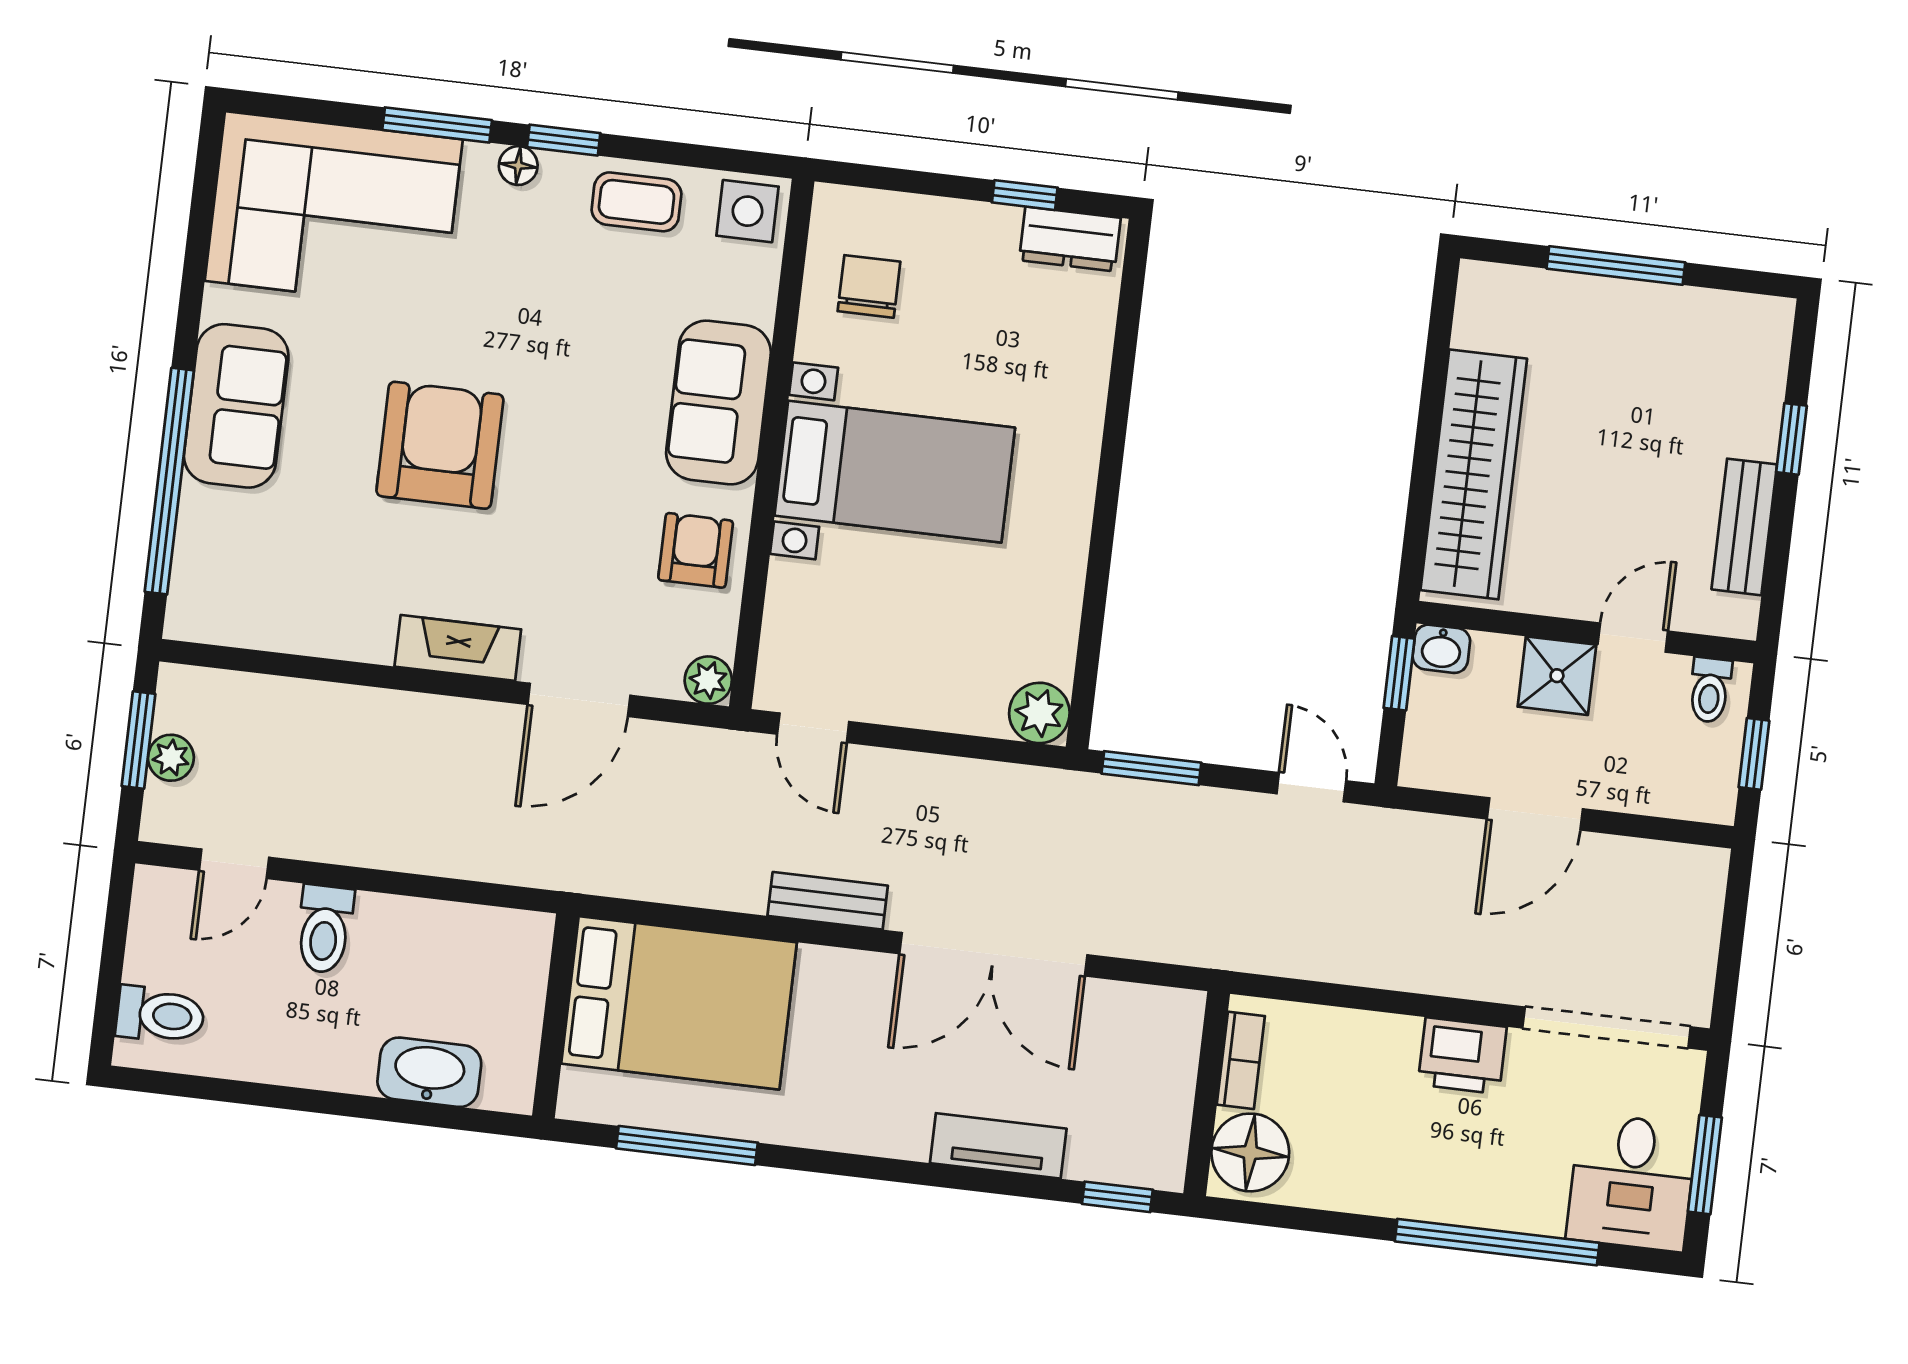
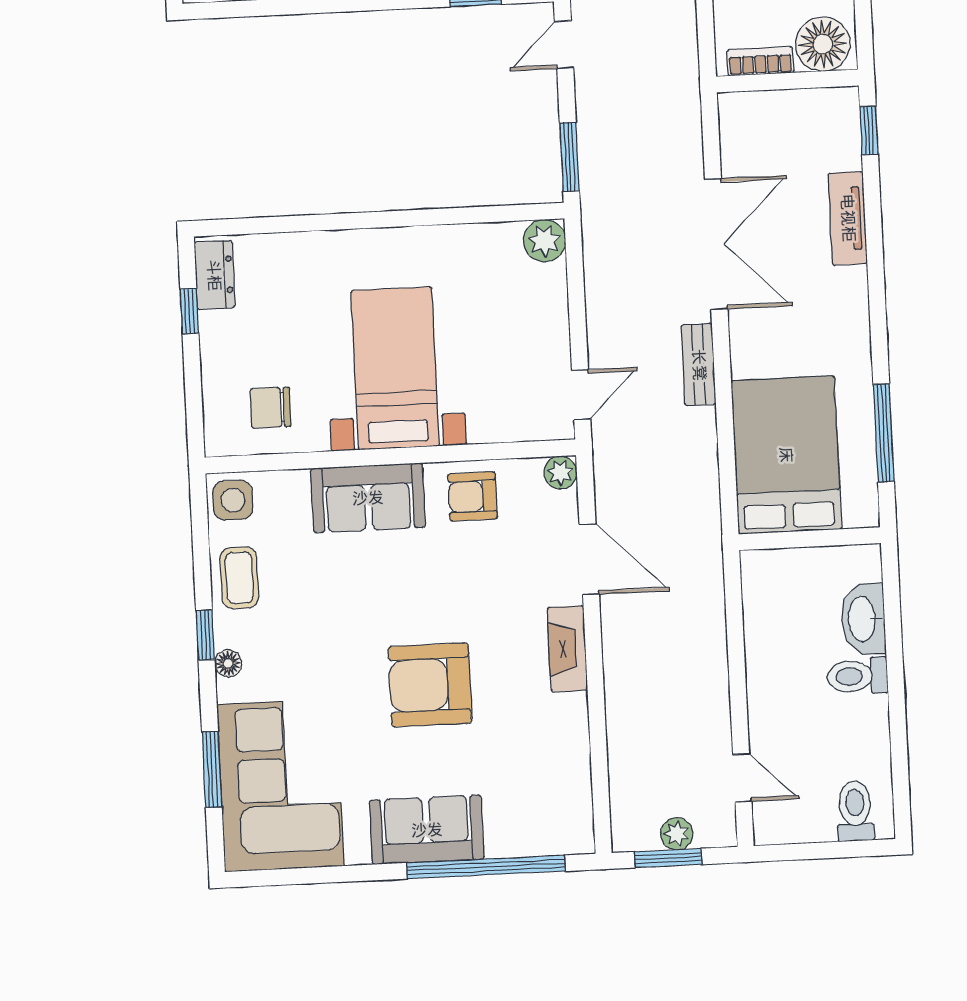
window: (437, 125) -> (212, 770), moved
toilet: (325, 929) -> (858, 676), moved, turned 180

